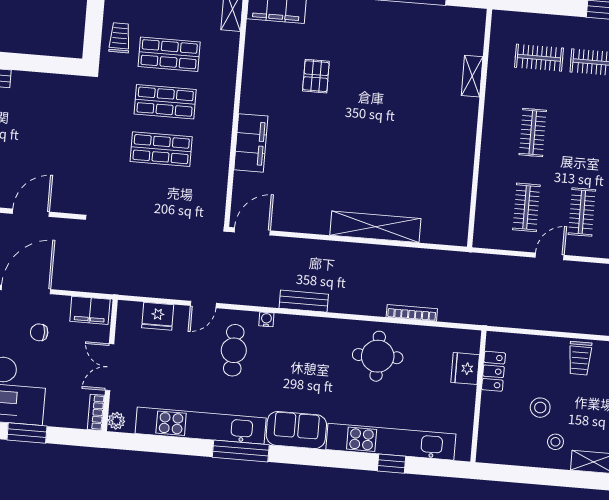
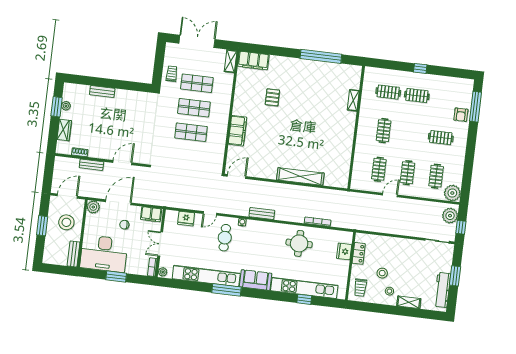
trolley: (580, 358) -> (360, 288), moved

